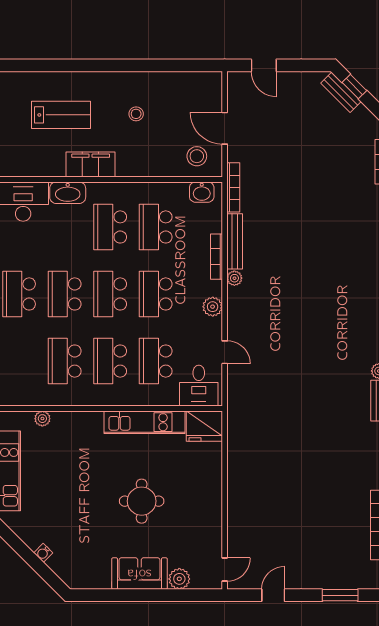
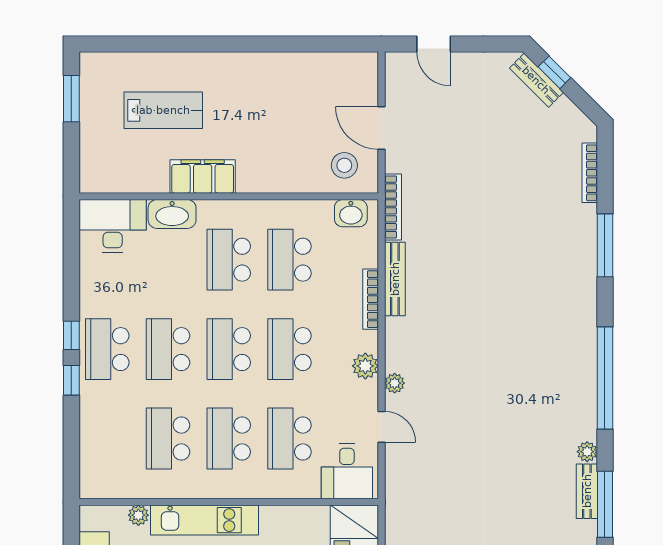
stool: (136, 114) -> (263, 109), removed
plant: (234, 278) -> (395, 383), moved
kitchen unit: (145, 422) -> (204, 520), moved

